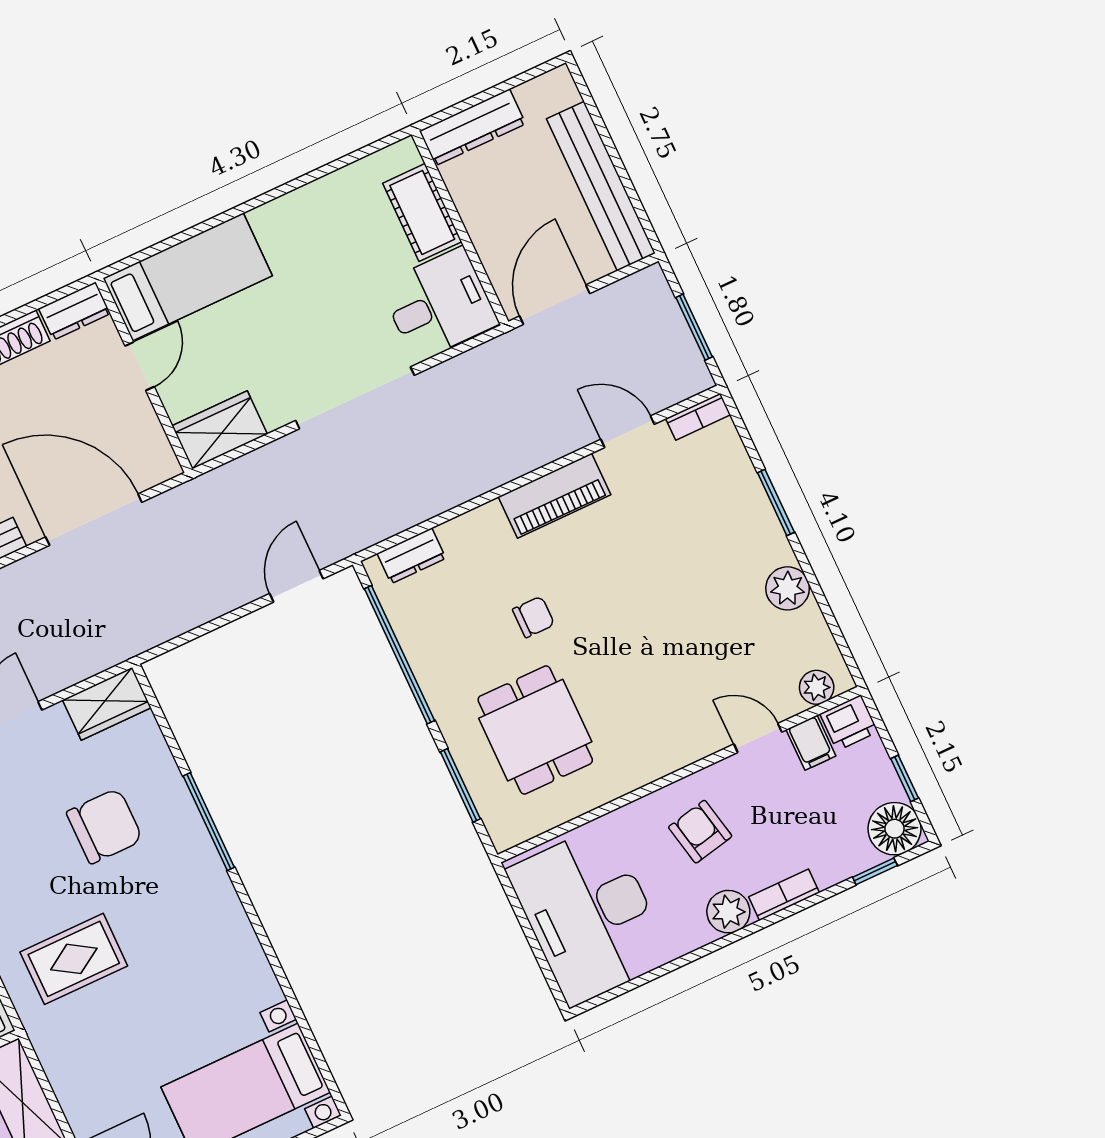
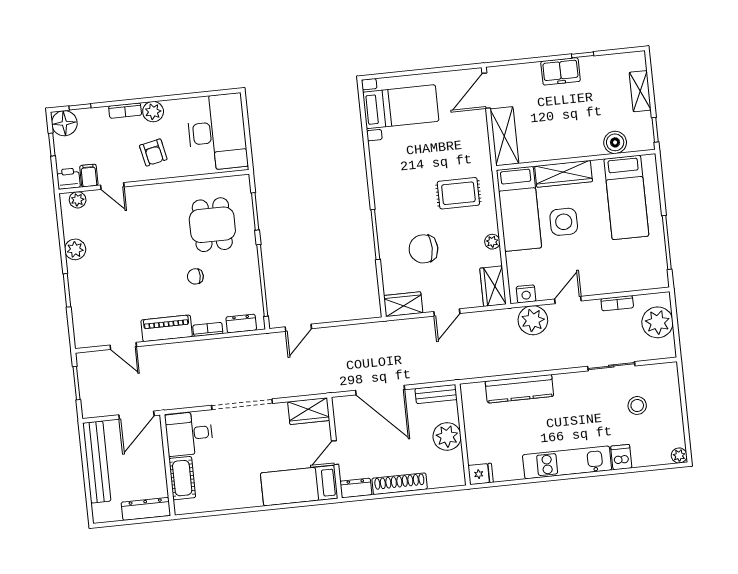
bookcase: (698, 417) -> (208, 329), moved

